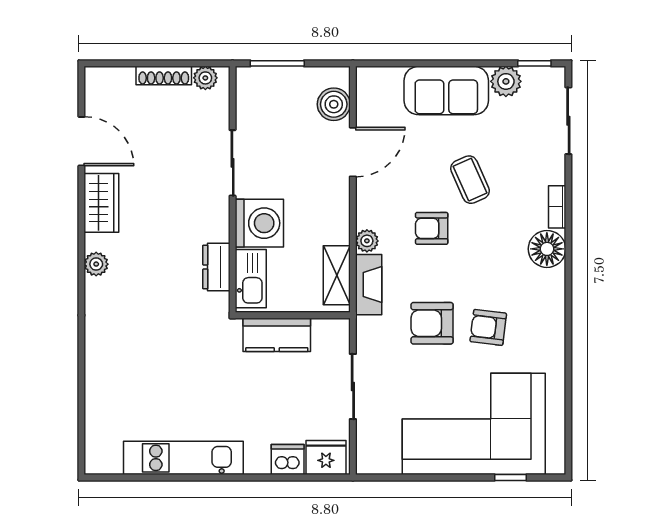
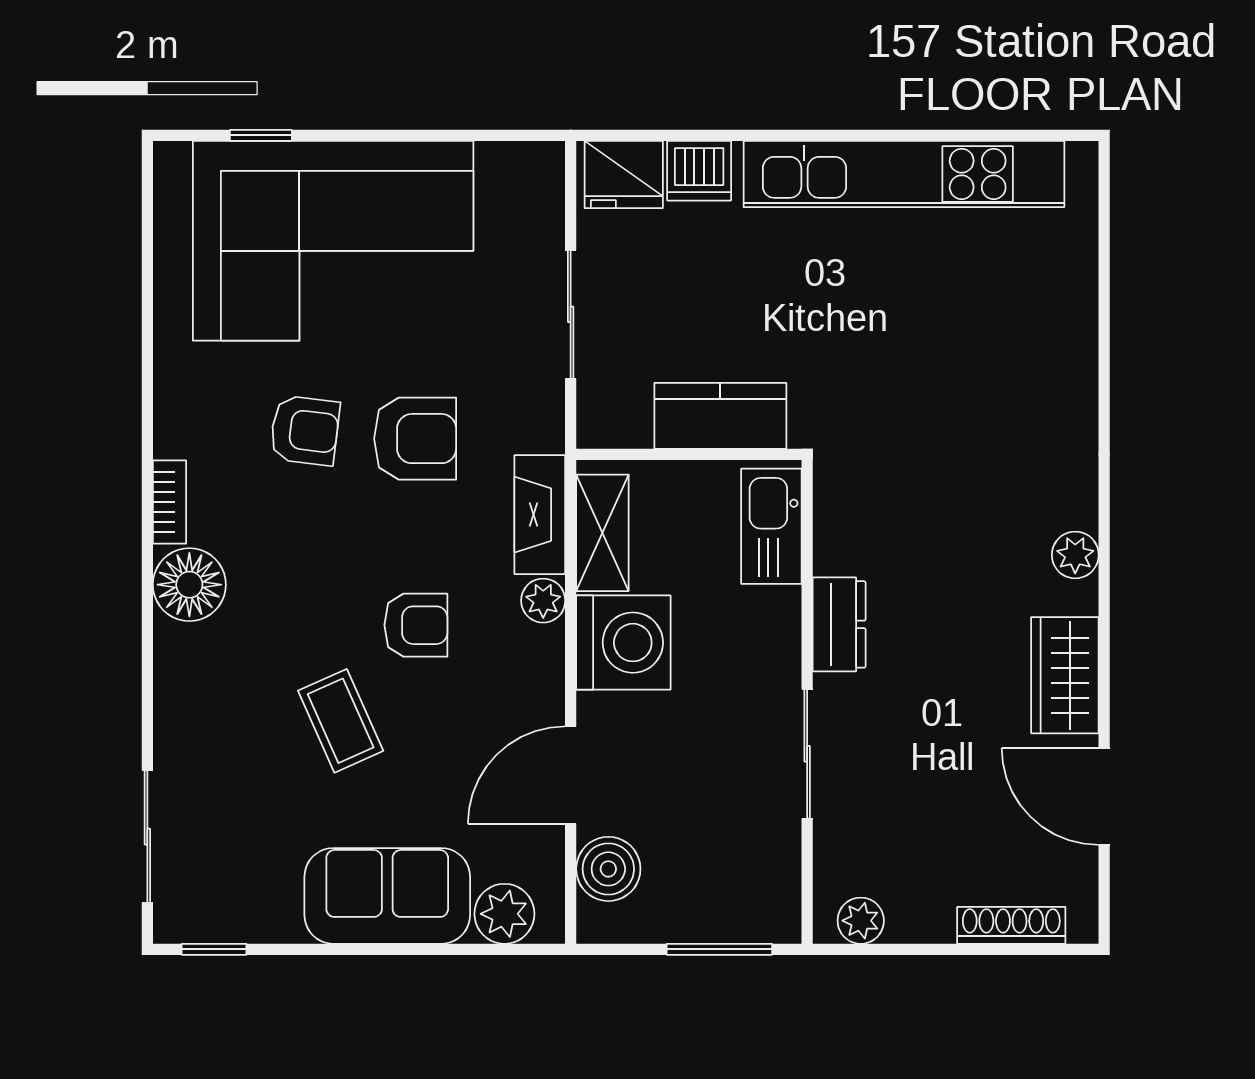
shoe rack: (164, 76) -> (1011, 925), moved
plant: (506, 81) -> (504, 914), moved
bookcase: (557, 207) -> (169, 502), moved
washing machine: (259, 223) -> (623, 643), moved, turned 180
dresser: (216, 267) -> (839, 624), moved
kitchen unit: (183, 458) -> (904, 174), width x1.36

